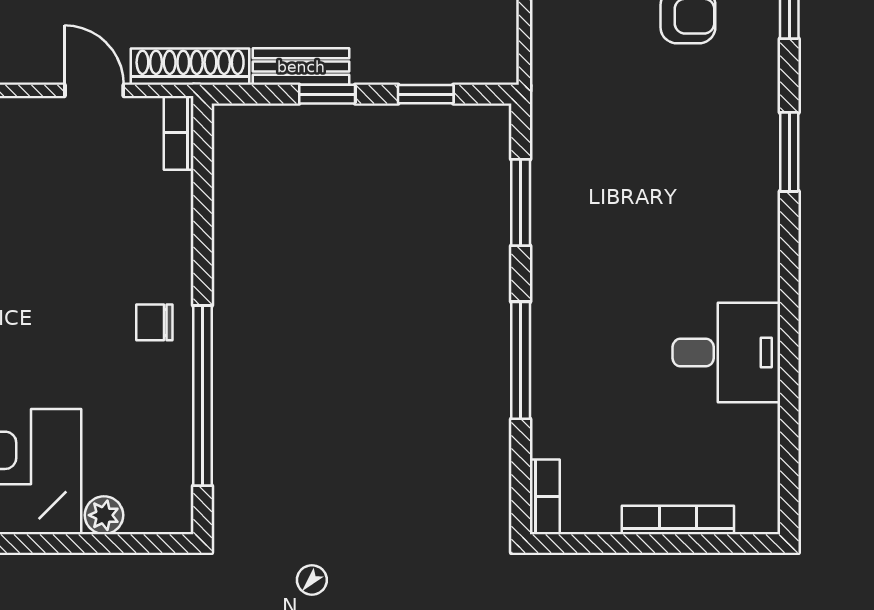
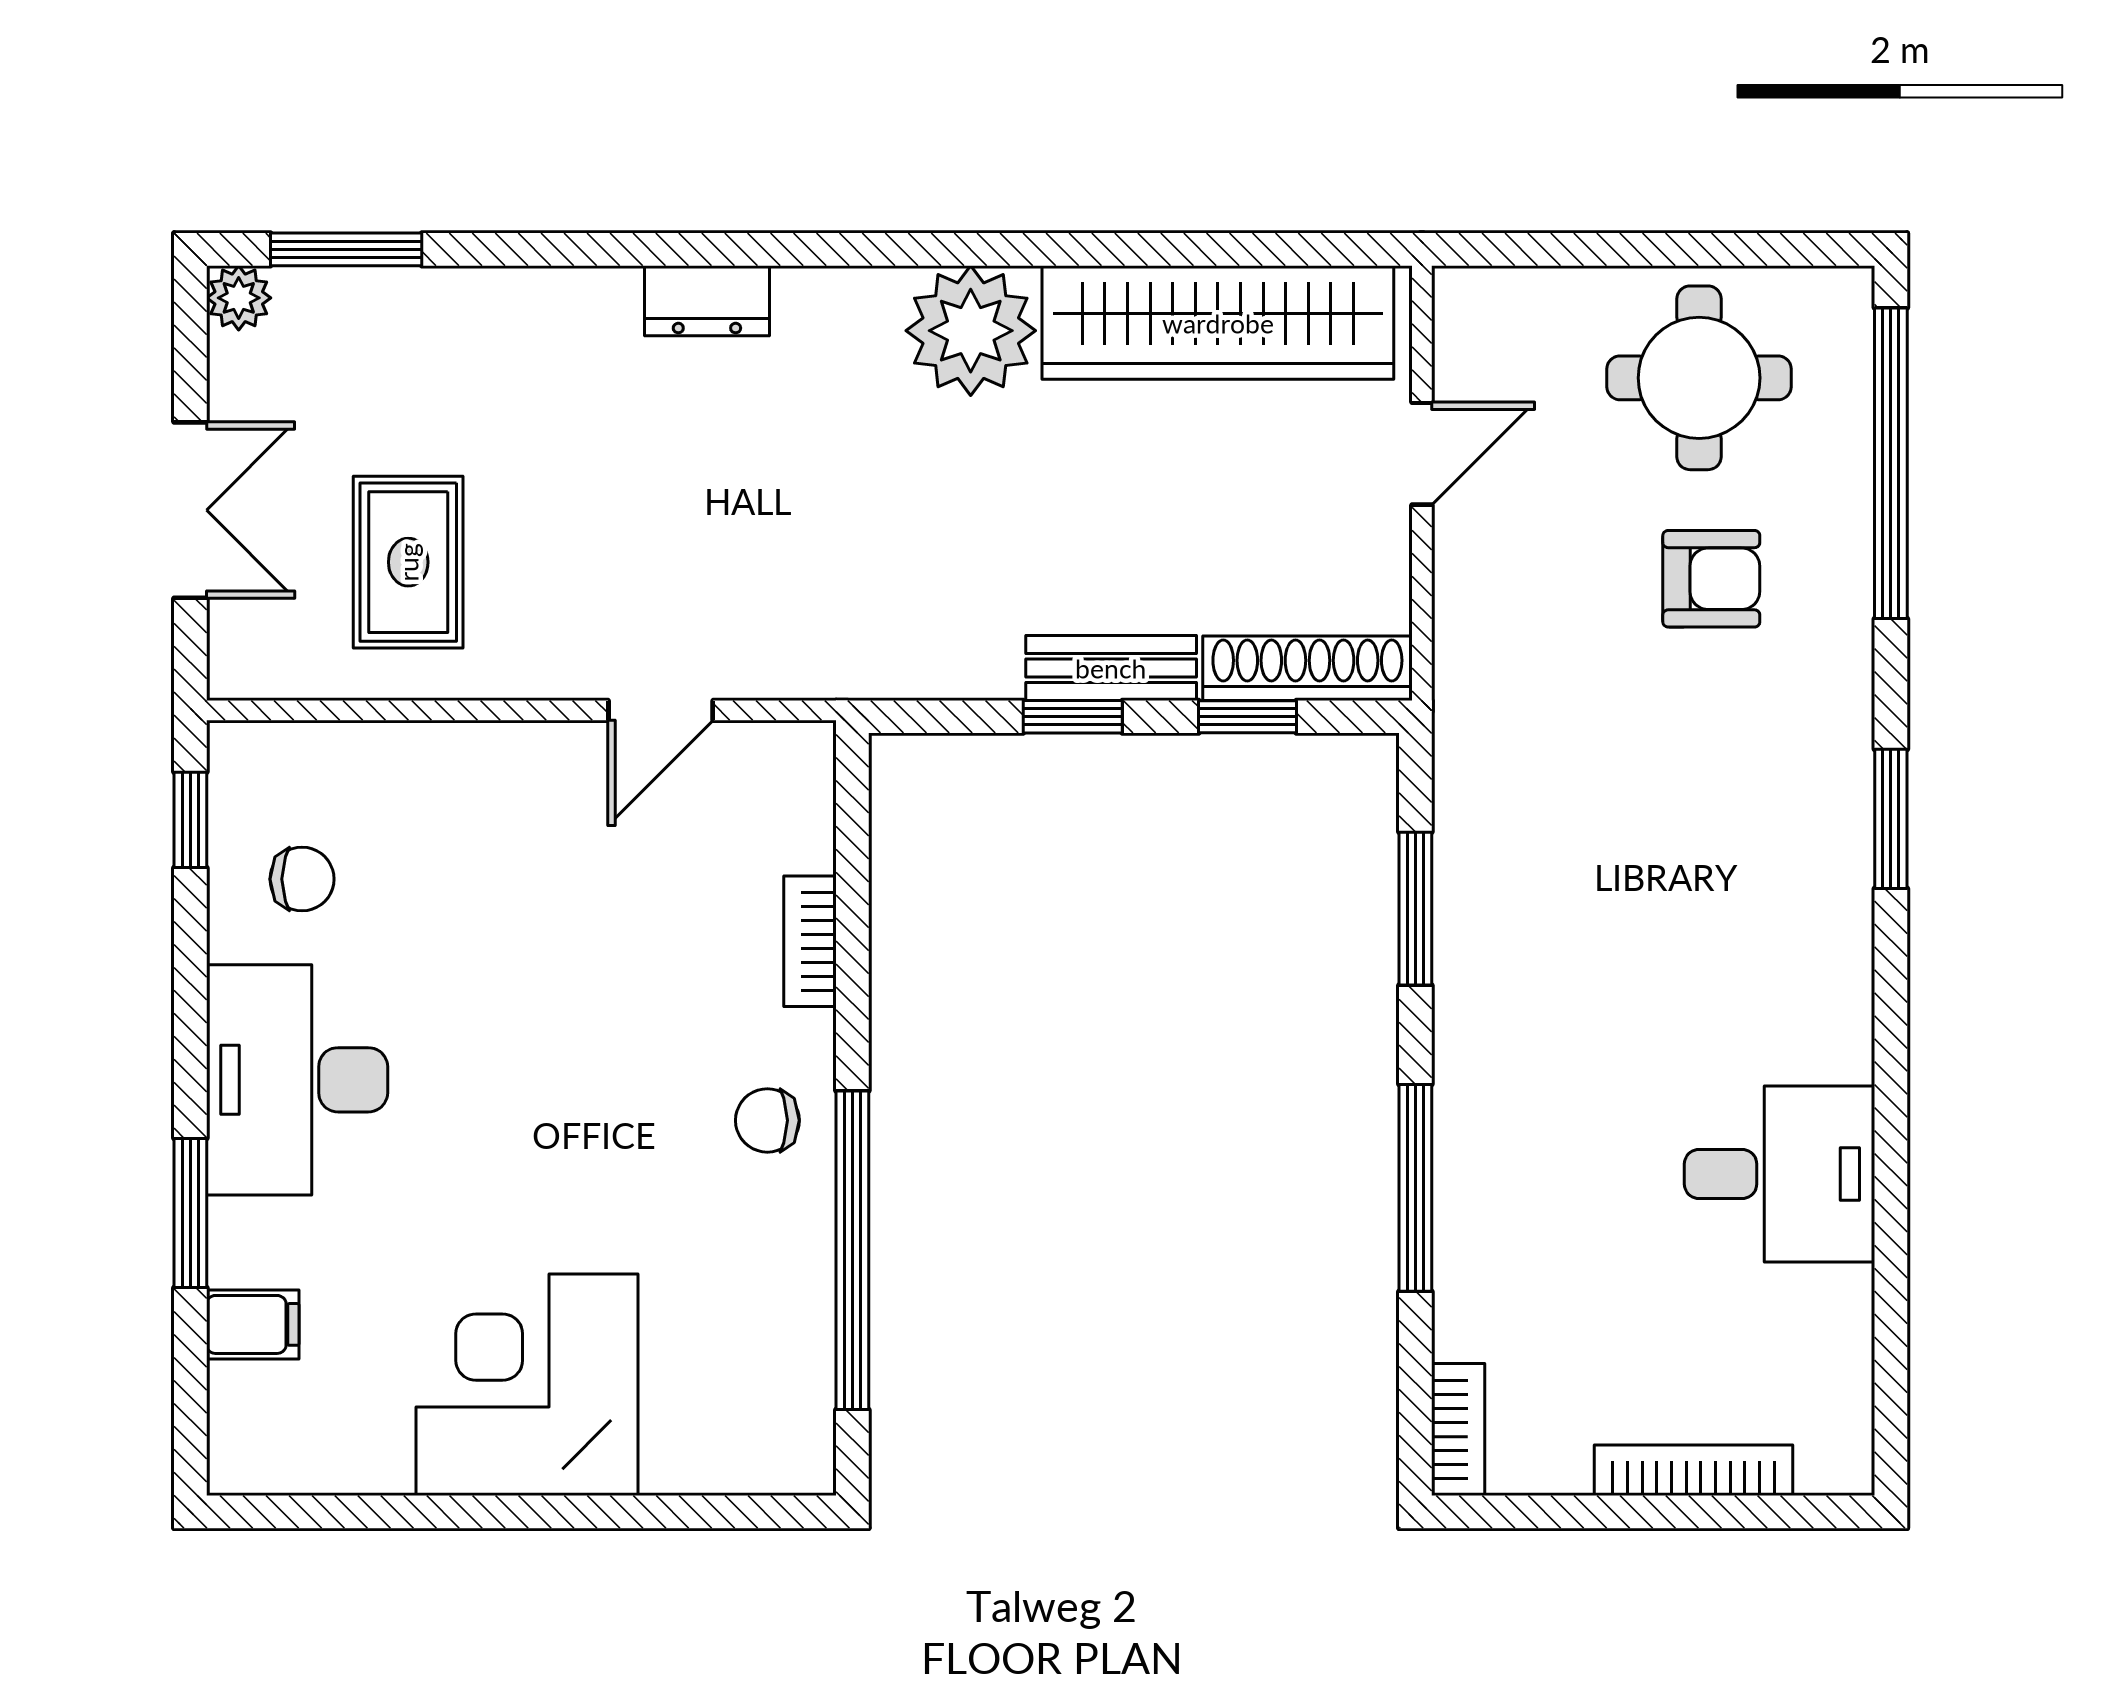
shoe rack: (190, 67) -> (1307, 668), moved
bench: (301, 67) -> (1111, 668), moved
door: (94, 90) -> (661, 710), swing flipped
bookcase: (179, 133) -> (810, 941), moved
plant: (104, 515) -> (678, 1462), removed

